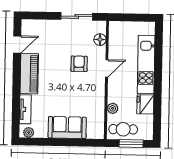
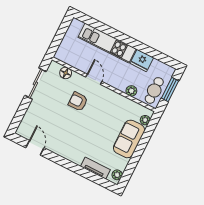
piano: (29, 74) -> (66, 150), removed
plant: (92, 134) -> (145, 120), added

